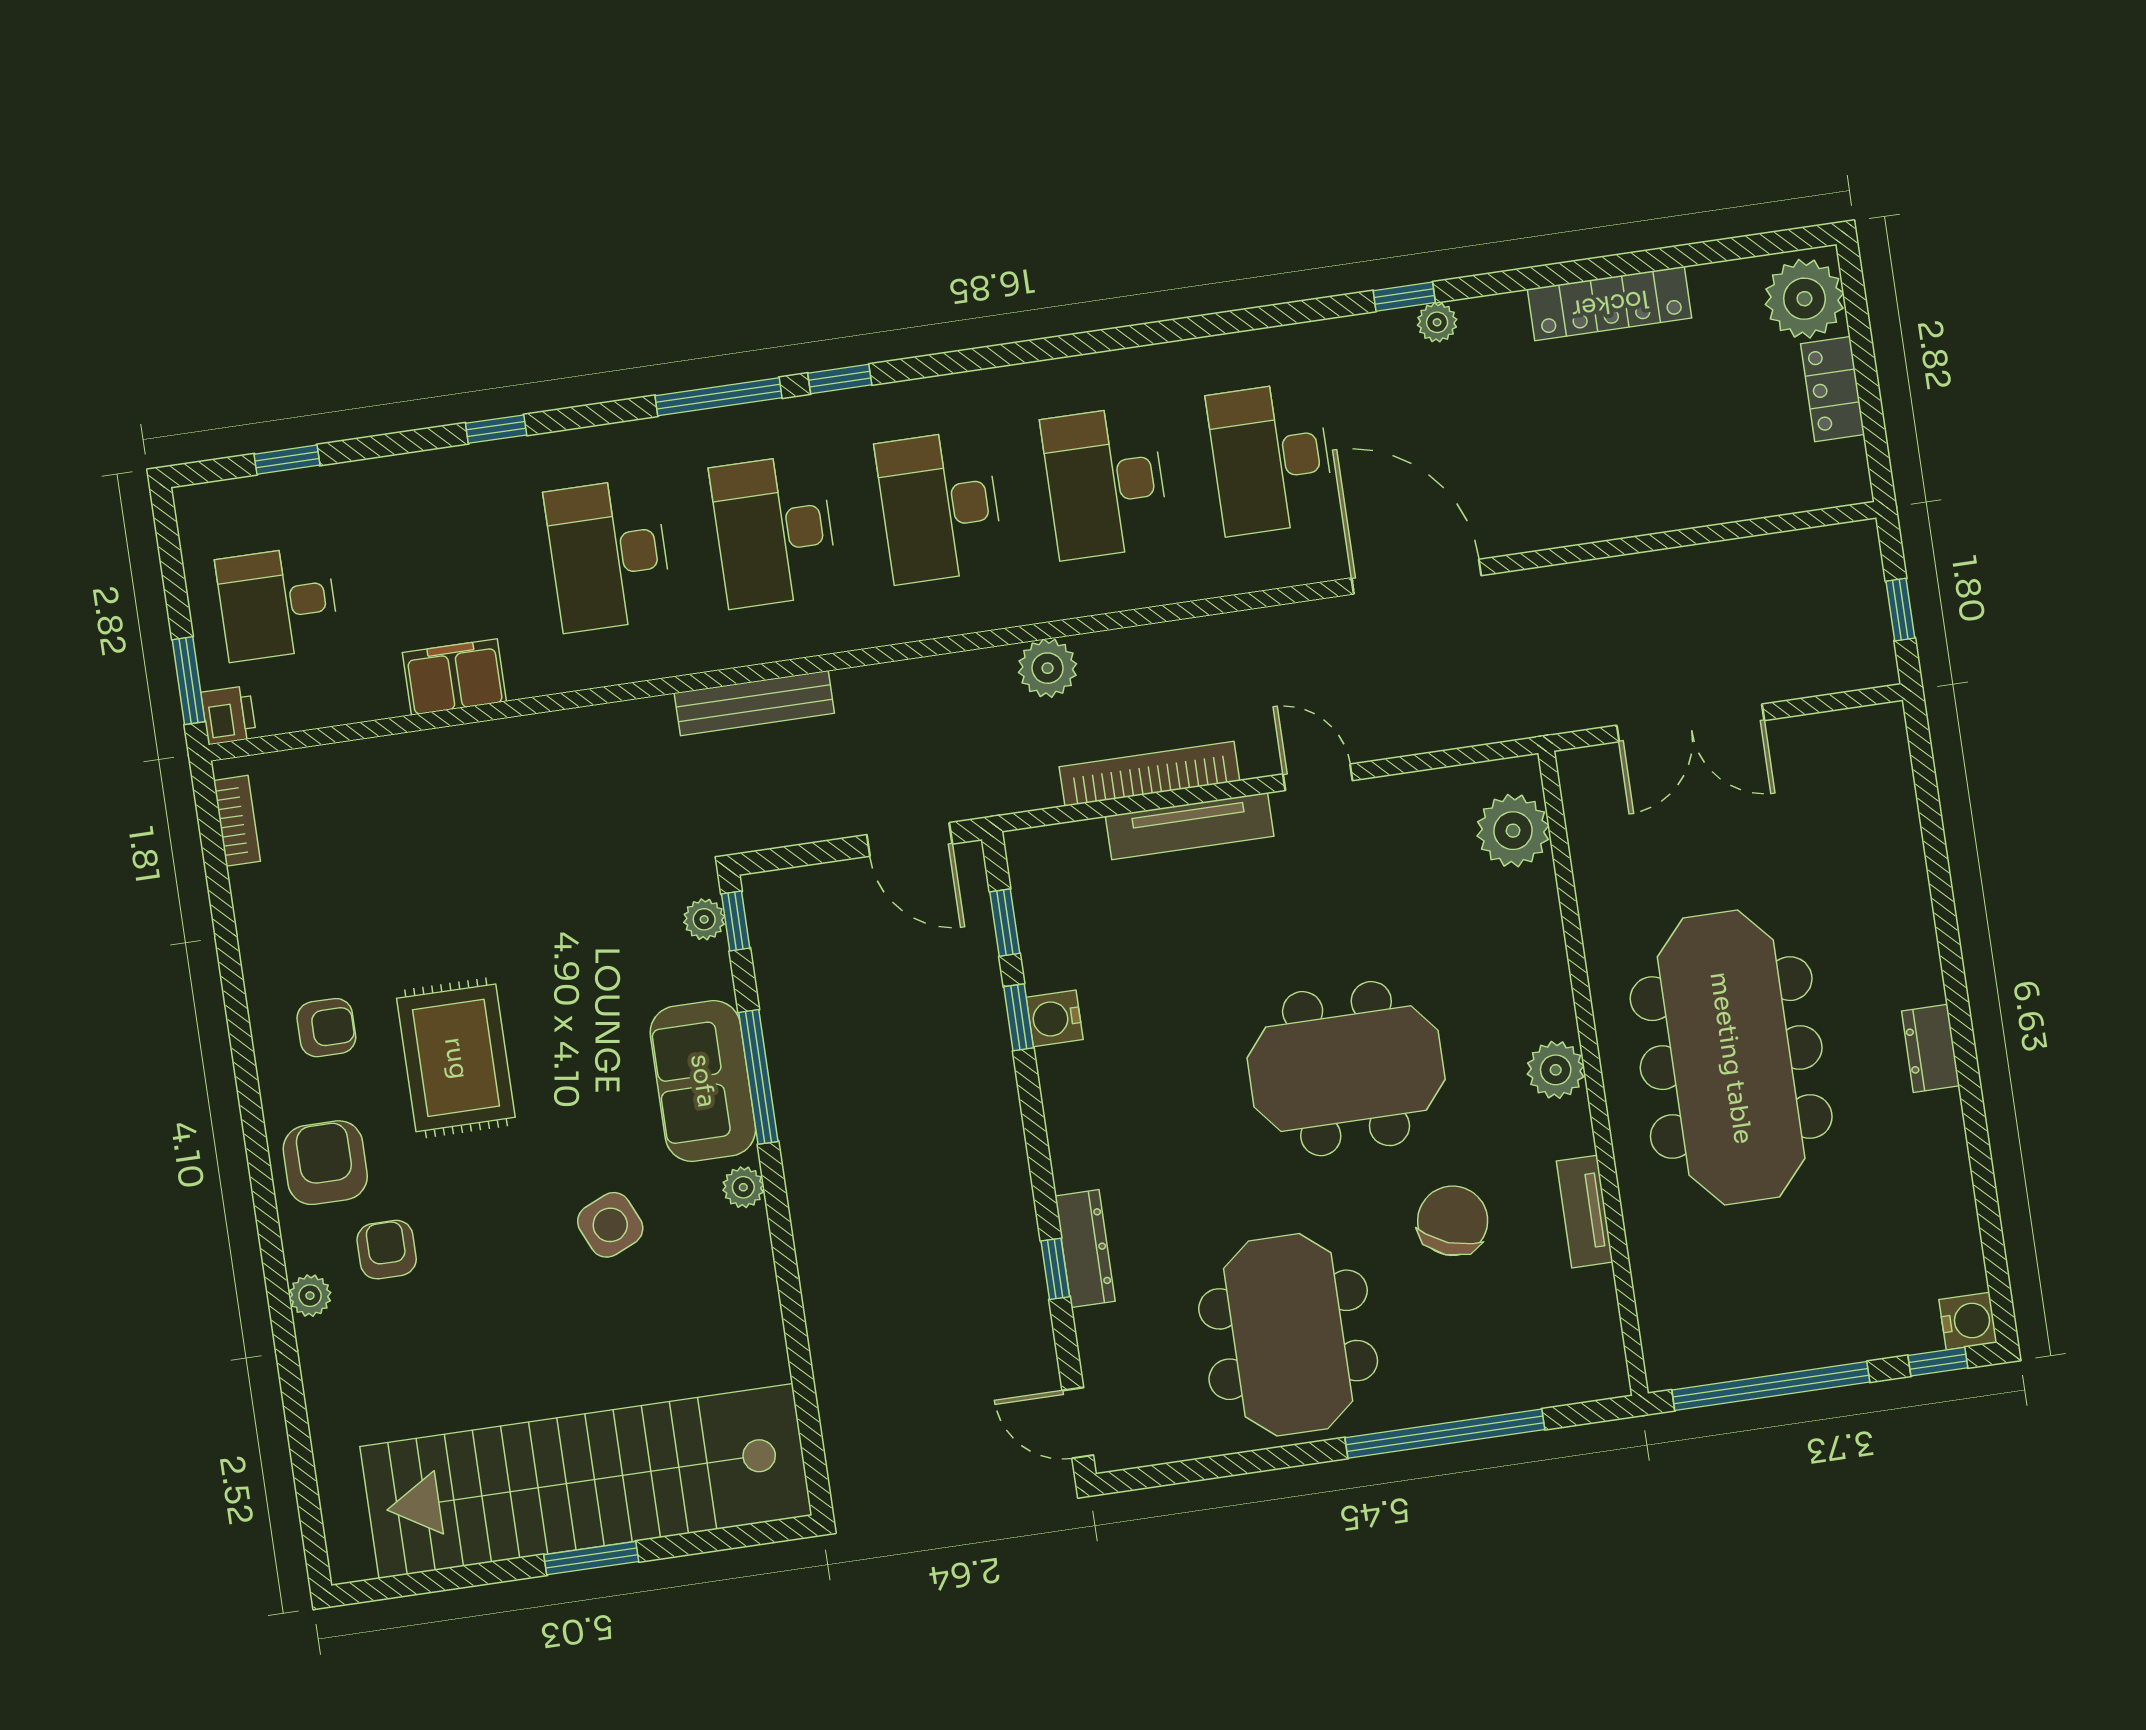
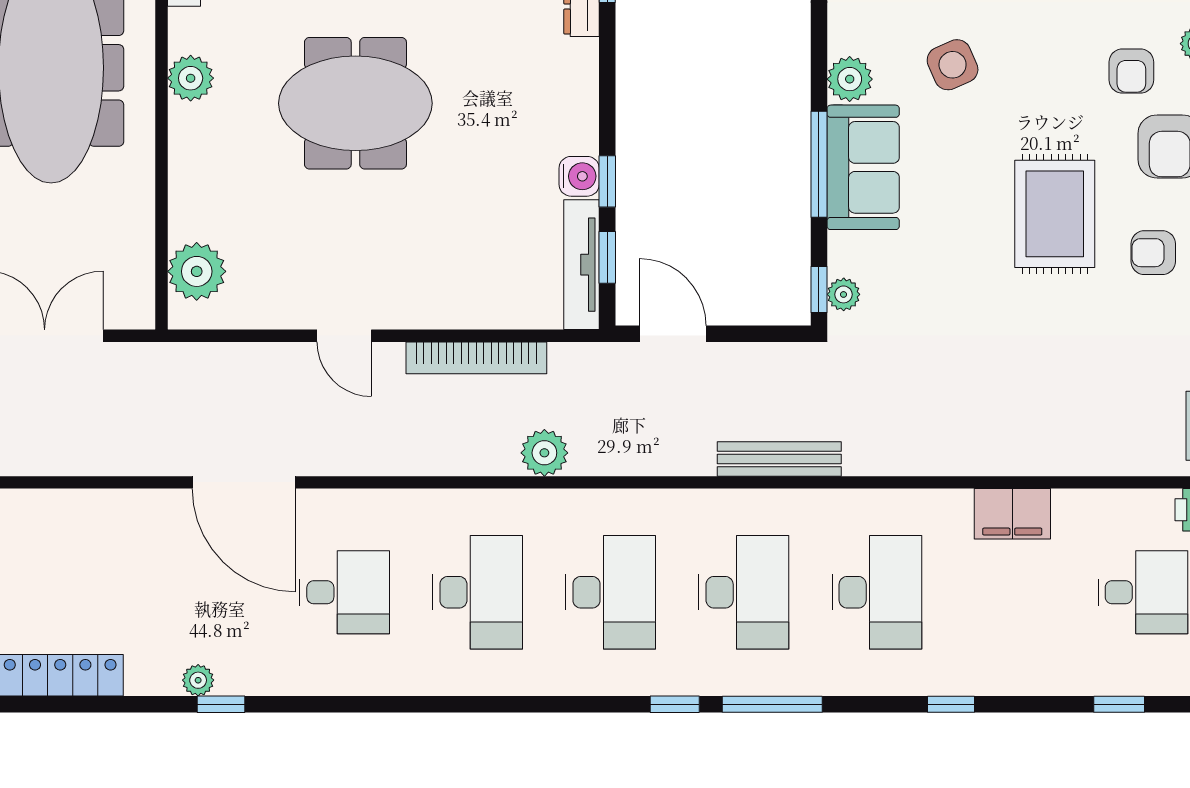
desk: (1271, 458) -> (345, 592), width x0.73
tv unit: (1190, 826) -> (581, 265), moved, turned -90
plant: (743, 1187) -> (850, 79), width x1.38, depth x1.38

